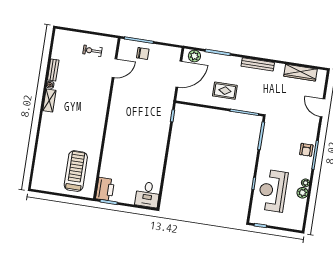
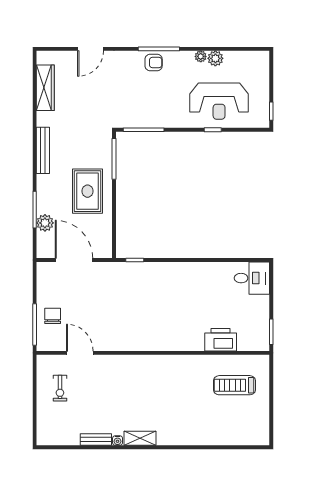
plant: (194, 56) -> (45, 223), moved
rug: (225, 91) -> (87, 191), width x1.36, depth x1.43
treadmill: (76, 171) -> (234, 385), width x0.73, depth x0.73
printer: (105, 189) -> (221, 340), moved

